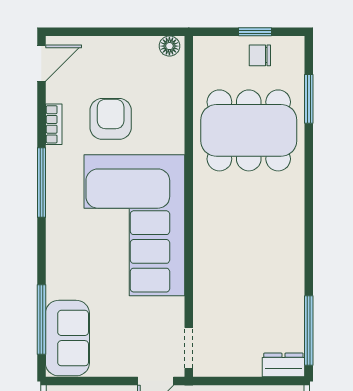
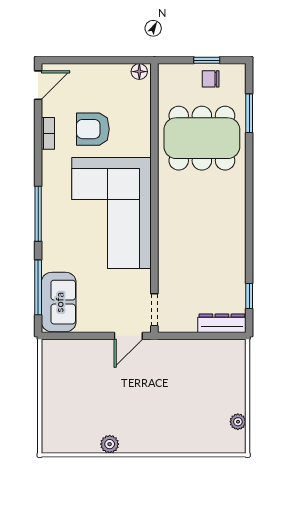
armchair: (111, 119) -> (93, 129), turned -90
window: (41, 182) -> (38, 214), moved
window: (309, 330) -> (249, 296), width x0.46
dresser: (283, 365) -> (222, 323), width x1.44

